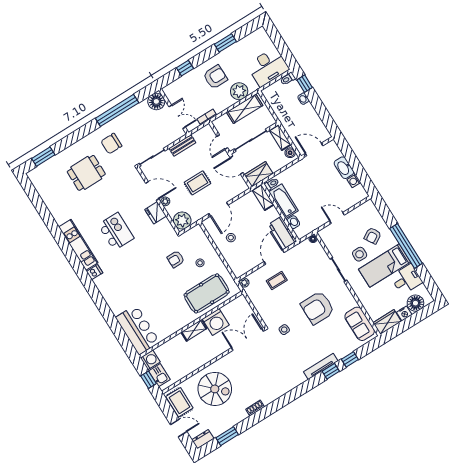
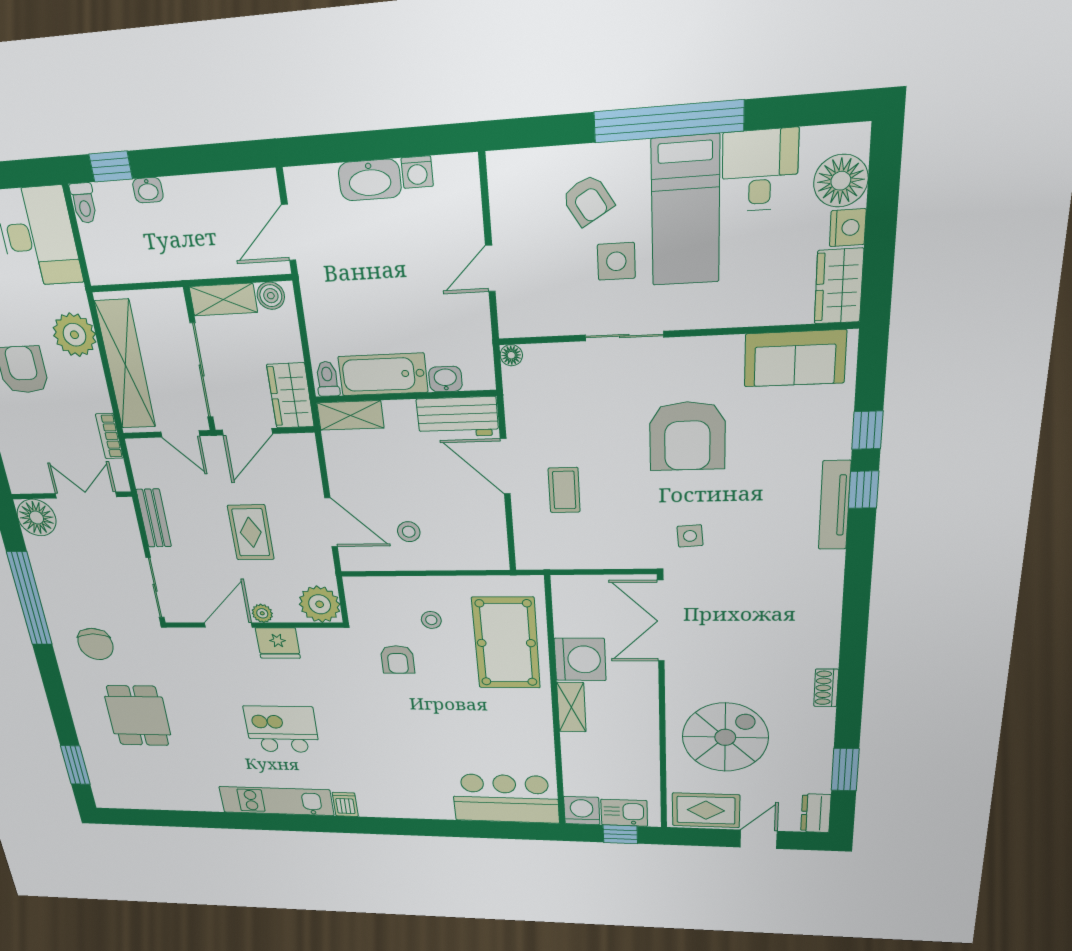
shelving: (245, 109) -> (125, 365), width x1.47
plant: (244, 283) -> (527, 559), removed

